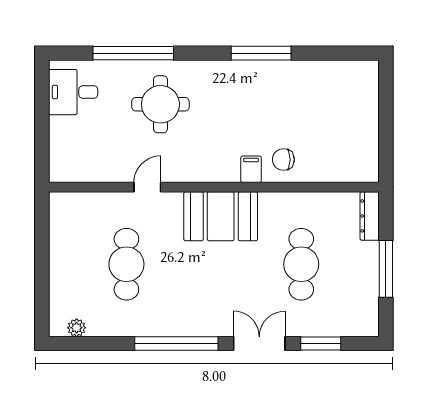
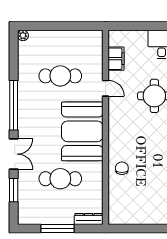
filing cabinet: (251, 169) -> (116, 59), moved, width x2.00
booth: (221, 216) -> (82, 131), width x1.36, depth x1.42
plant: (77, 328) -> (23, 35), moved

